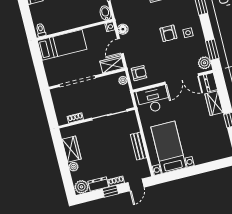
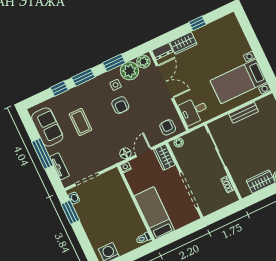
bidet: (105, 13) -> (112, 175), removed
armchair: (168, 33) -> (120, 105), turned 90
door: (120, 46) -> (144, 152), swing flipped
plant: (198, 48) -> (130, 71), added
window: (212, 50) -> (114, 63), moved
desk: (153, 99) -> (194, 111), width x0.73

